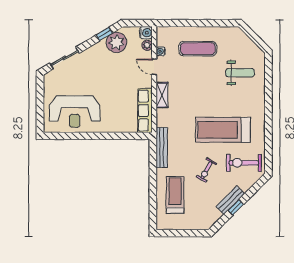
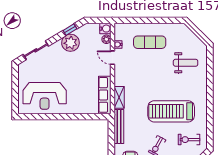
plant: (116, 42) -> (70, 43), moved
shelving: (162, 95) -> (119, 97), moved
exercise bike: (244, 163) -> (189, 140), width x0.73, depth x0.72

